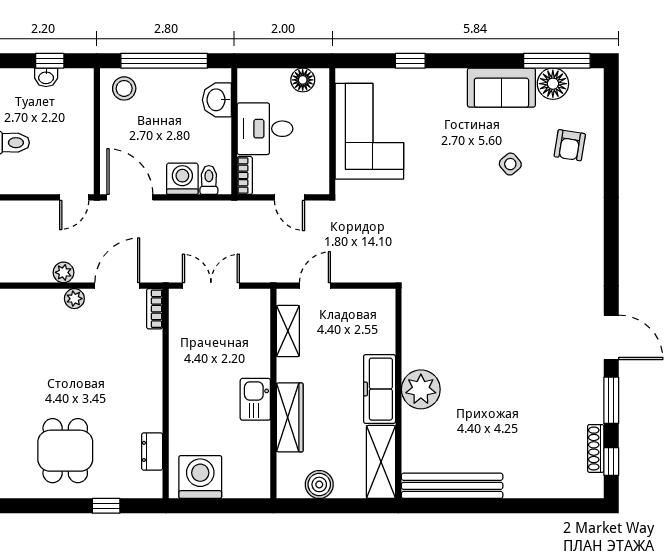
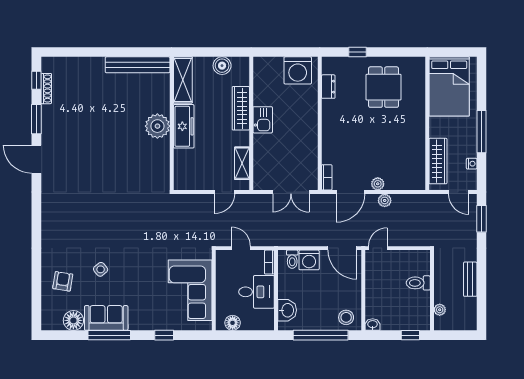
window: (50, 61) -> (410, 335), moved
window: (557, 61) -> (109, 335), moved
washbasin: (46, 77) -> (373, 325), moved

